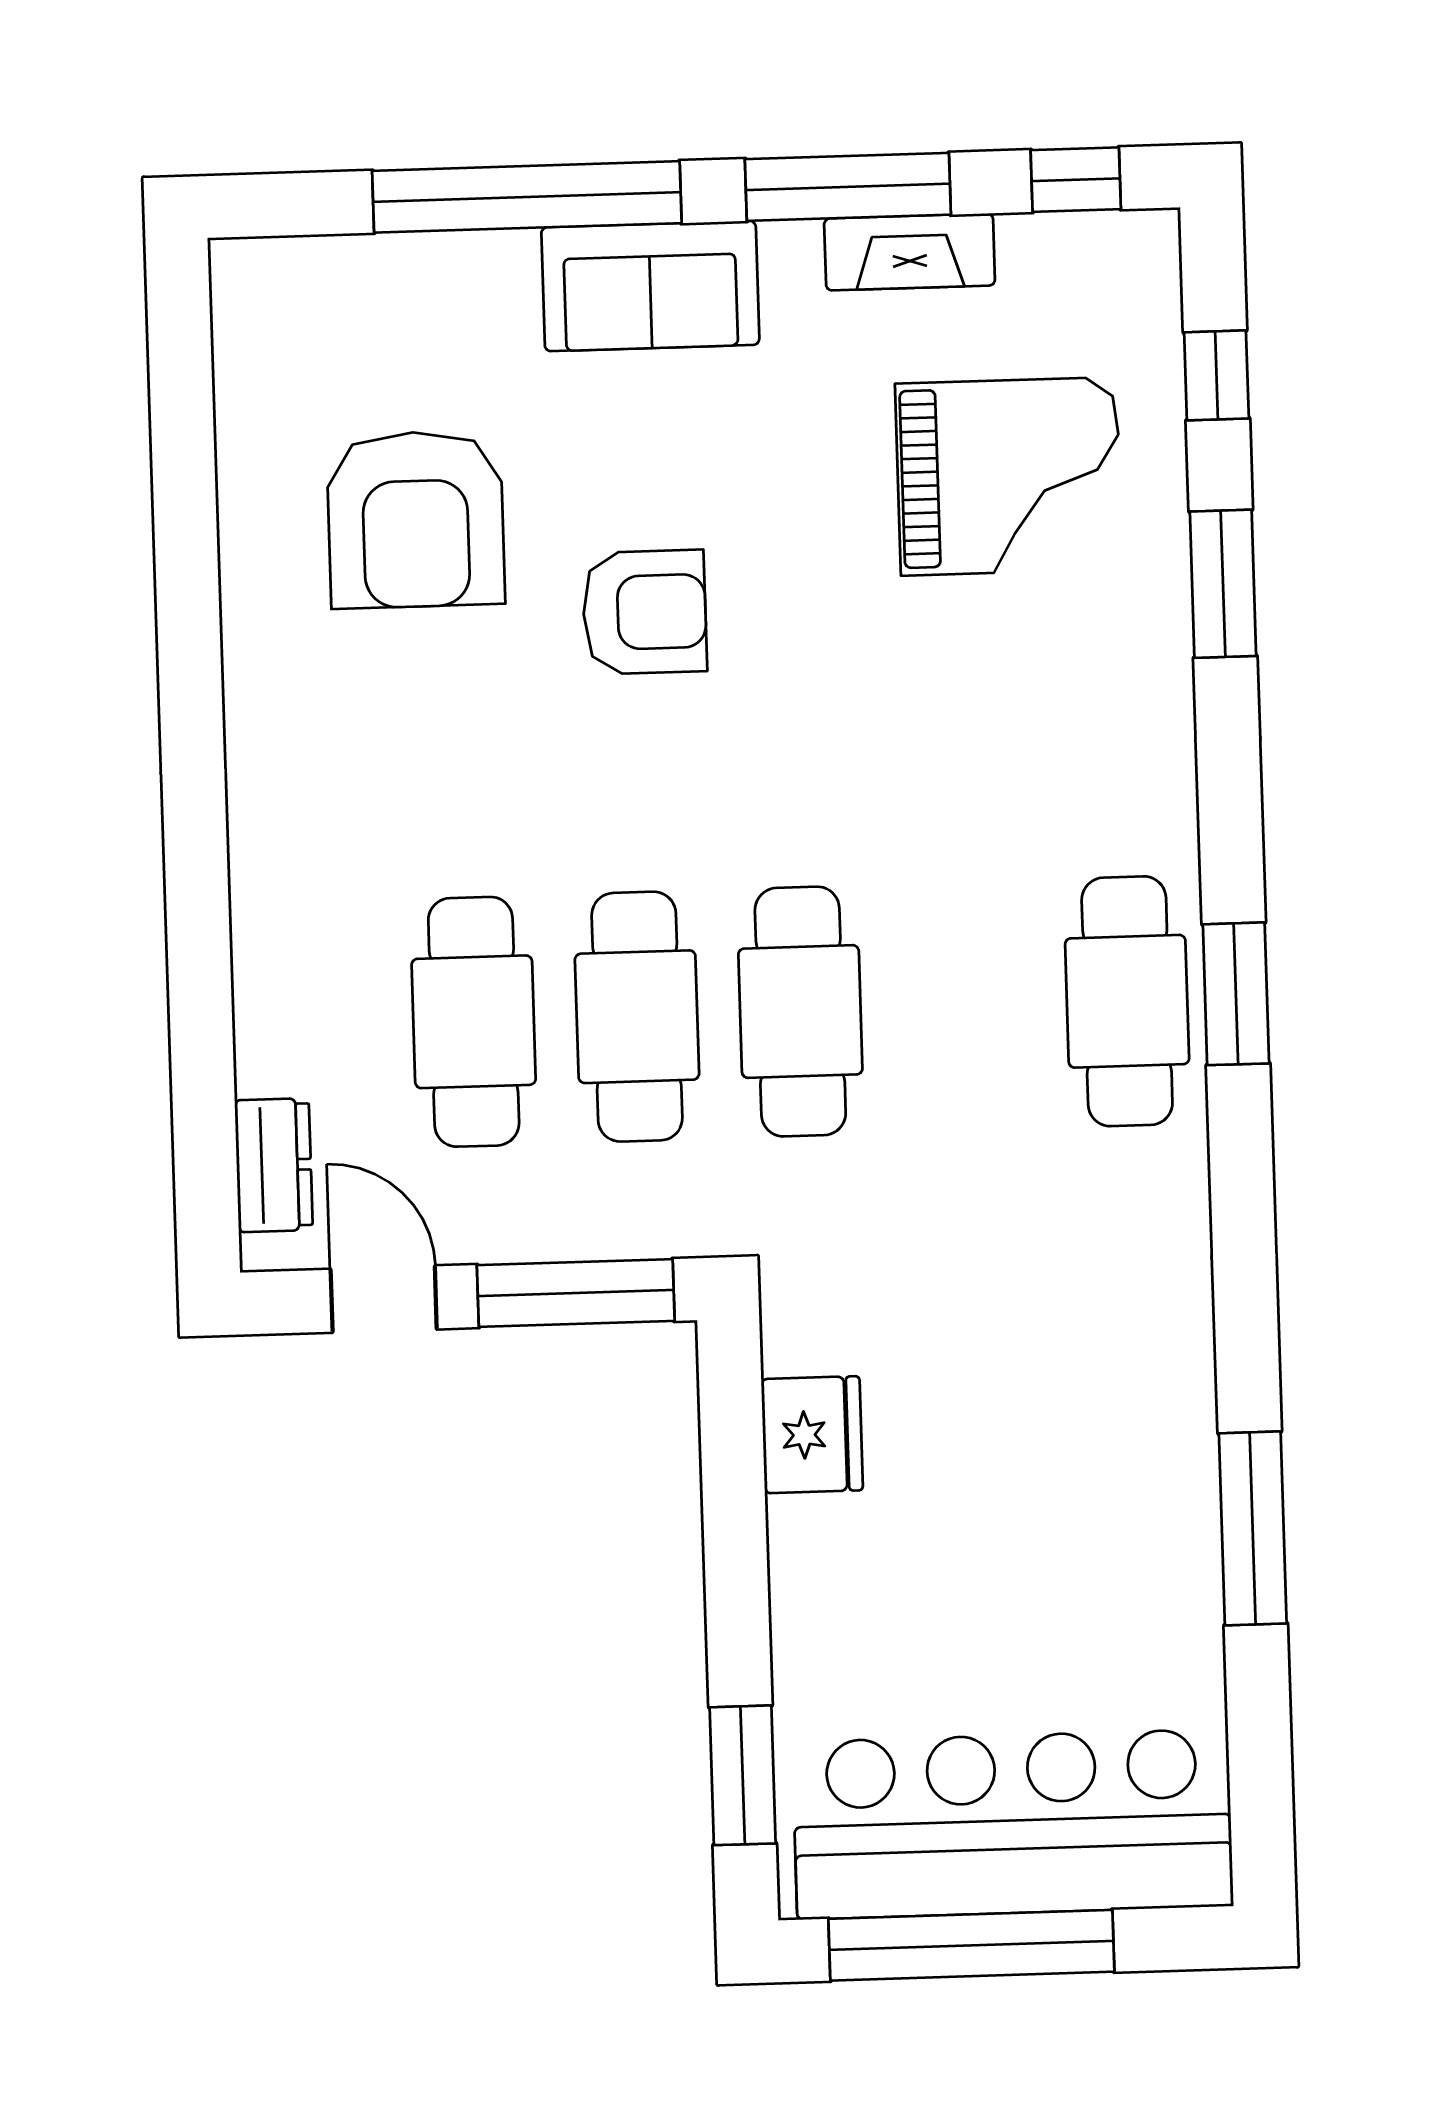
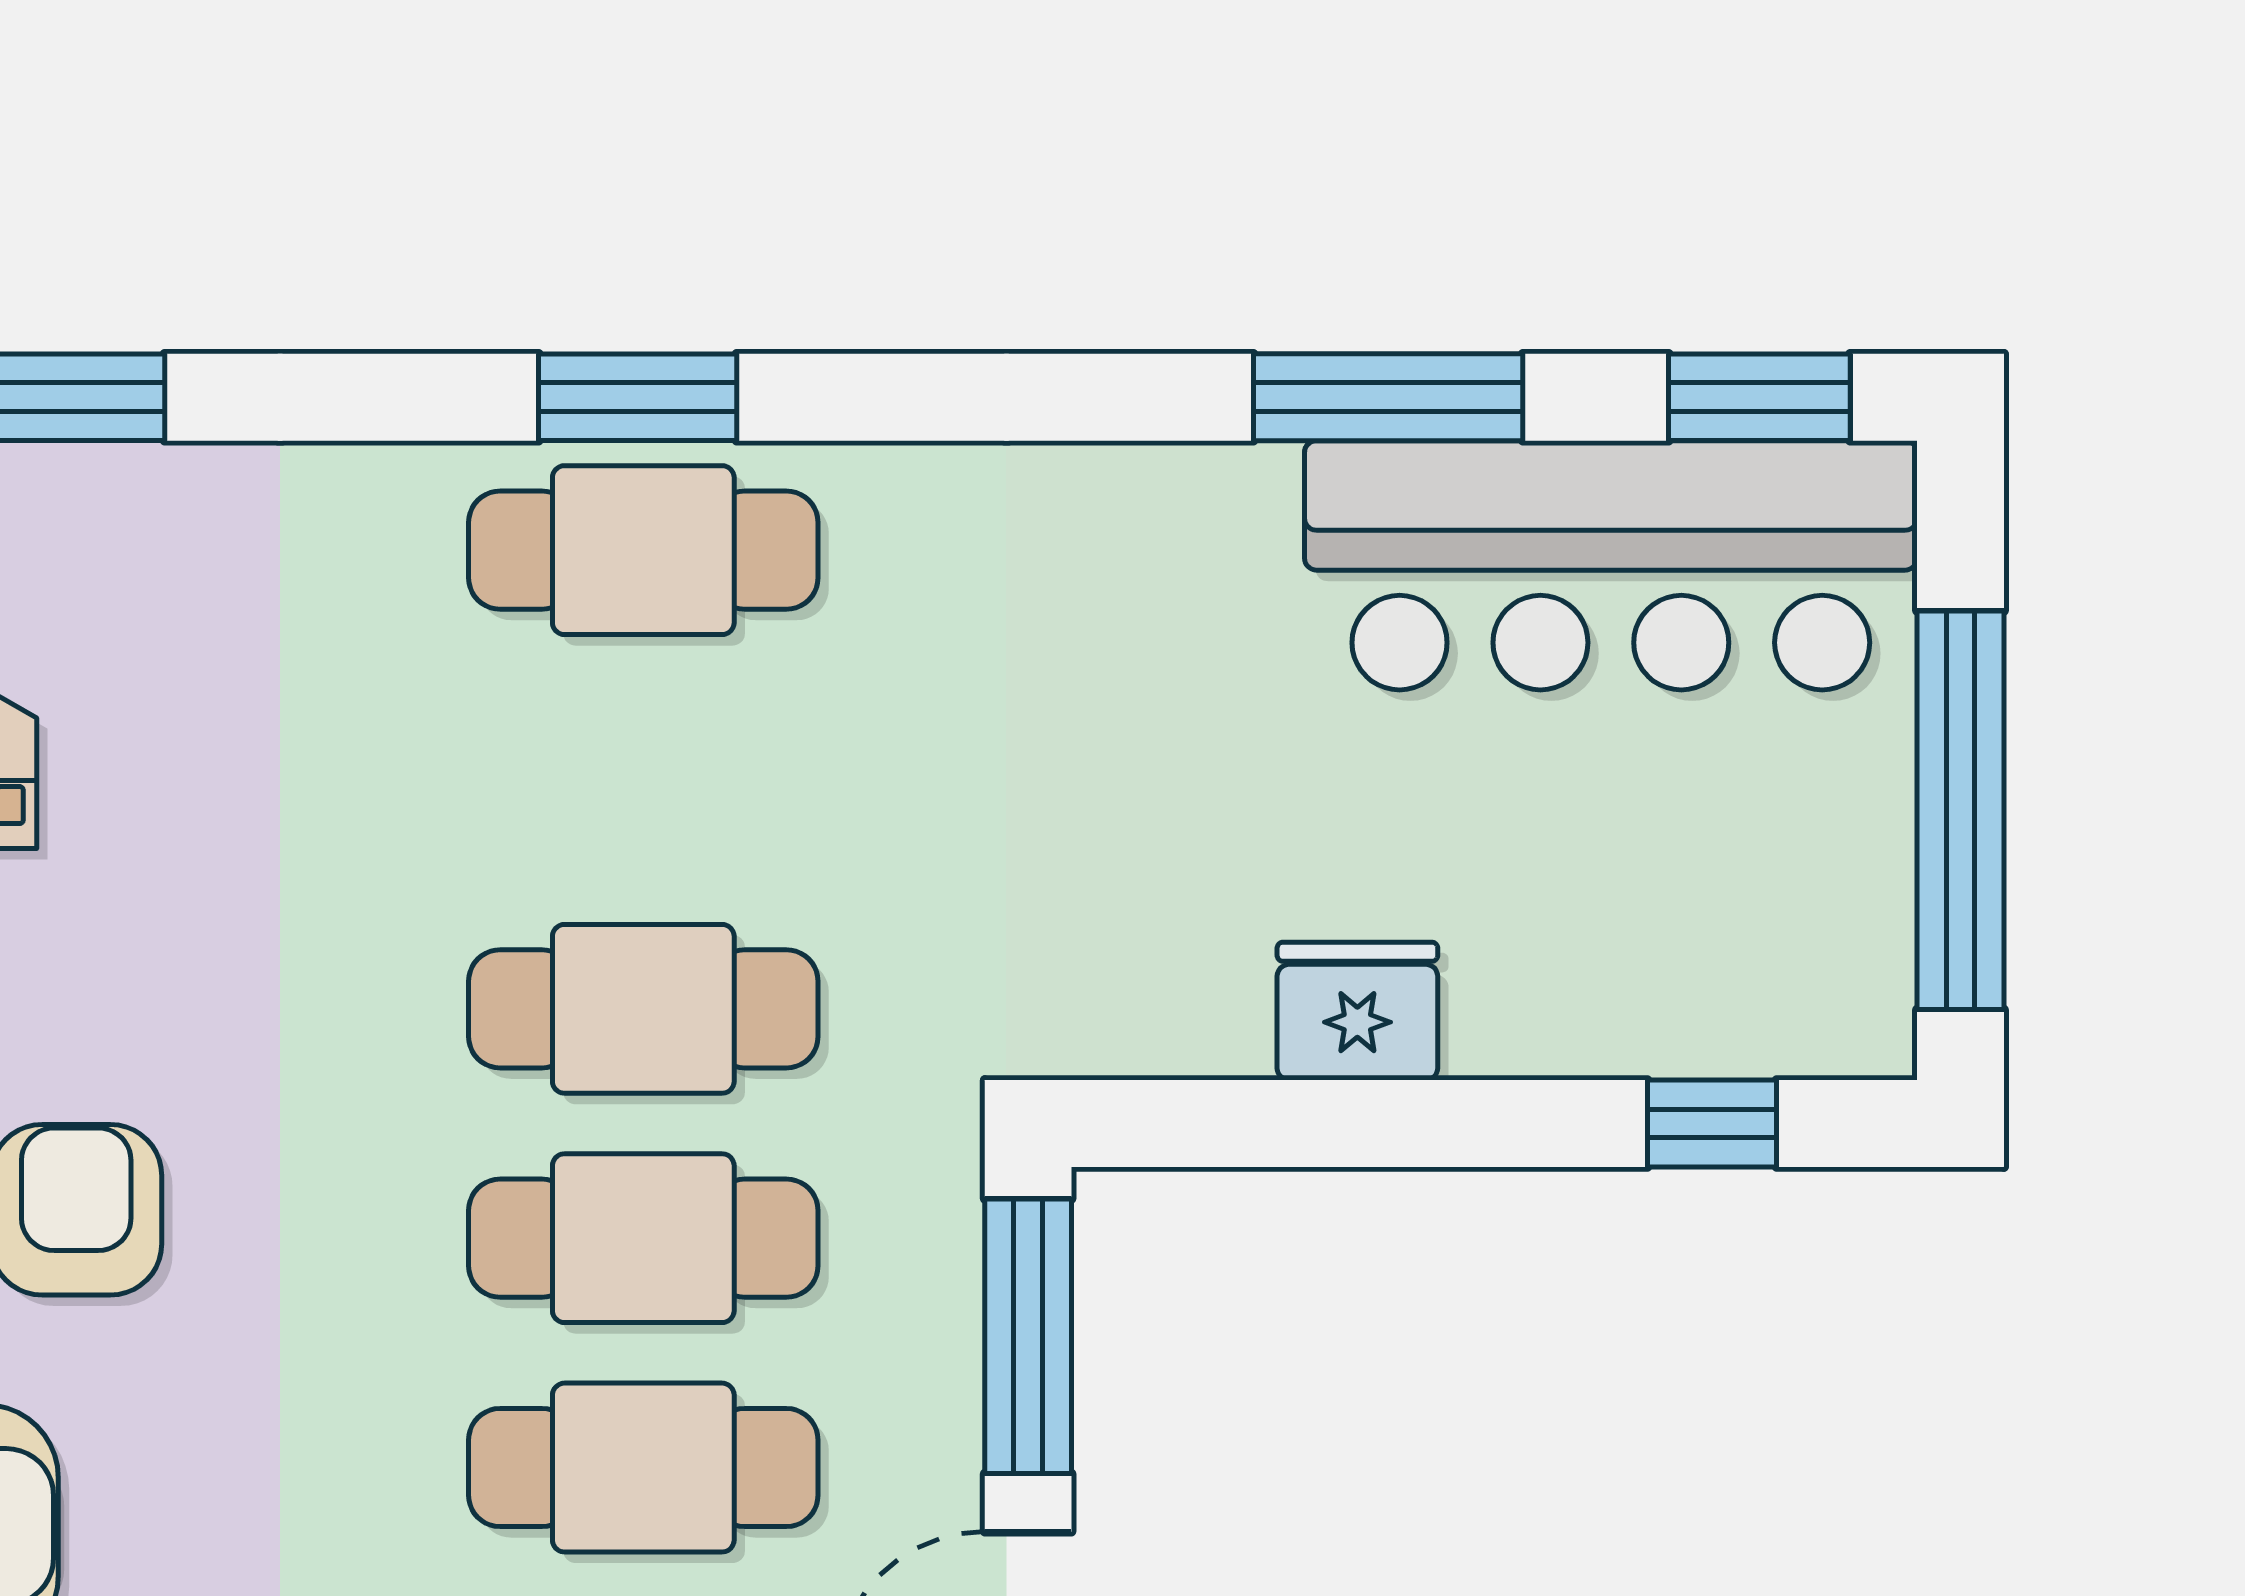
fridge: (812, 1435) -> (1357, 1011), moved
window: (743, 1775) -> (1712, 1124), width x0.67
window: (1261, 1793) -> (1759, 397), added
bar counter: (1013, 1824) -> (1611, 565), moved, turned -90

